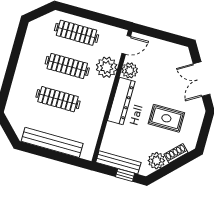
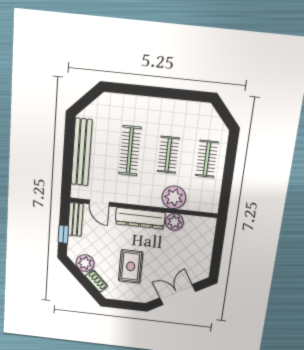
clothes rail: (77, 33) -> (207, 159), width x0.73
door: (126, 45) -> (99, 203), moved
clothes rail: (67, 66) -> (168, 155), width x0.73
bench: (118, 162) -> (75, 219), width x0.73

